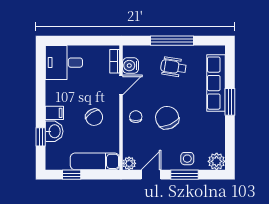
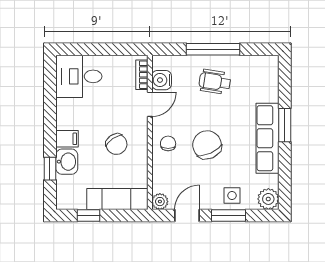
row of seats: (216, 83) -> (268, 138), moved

